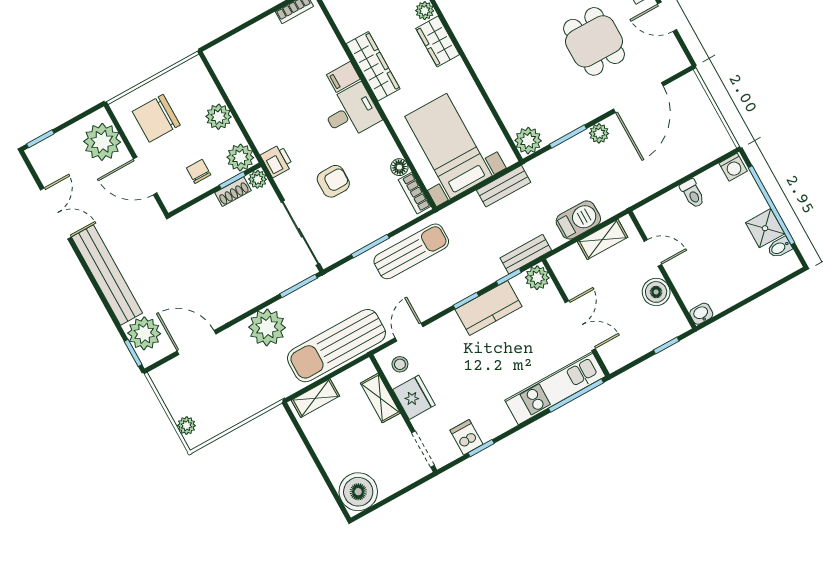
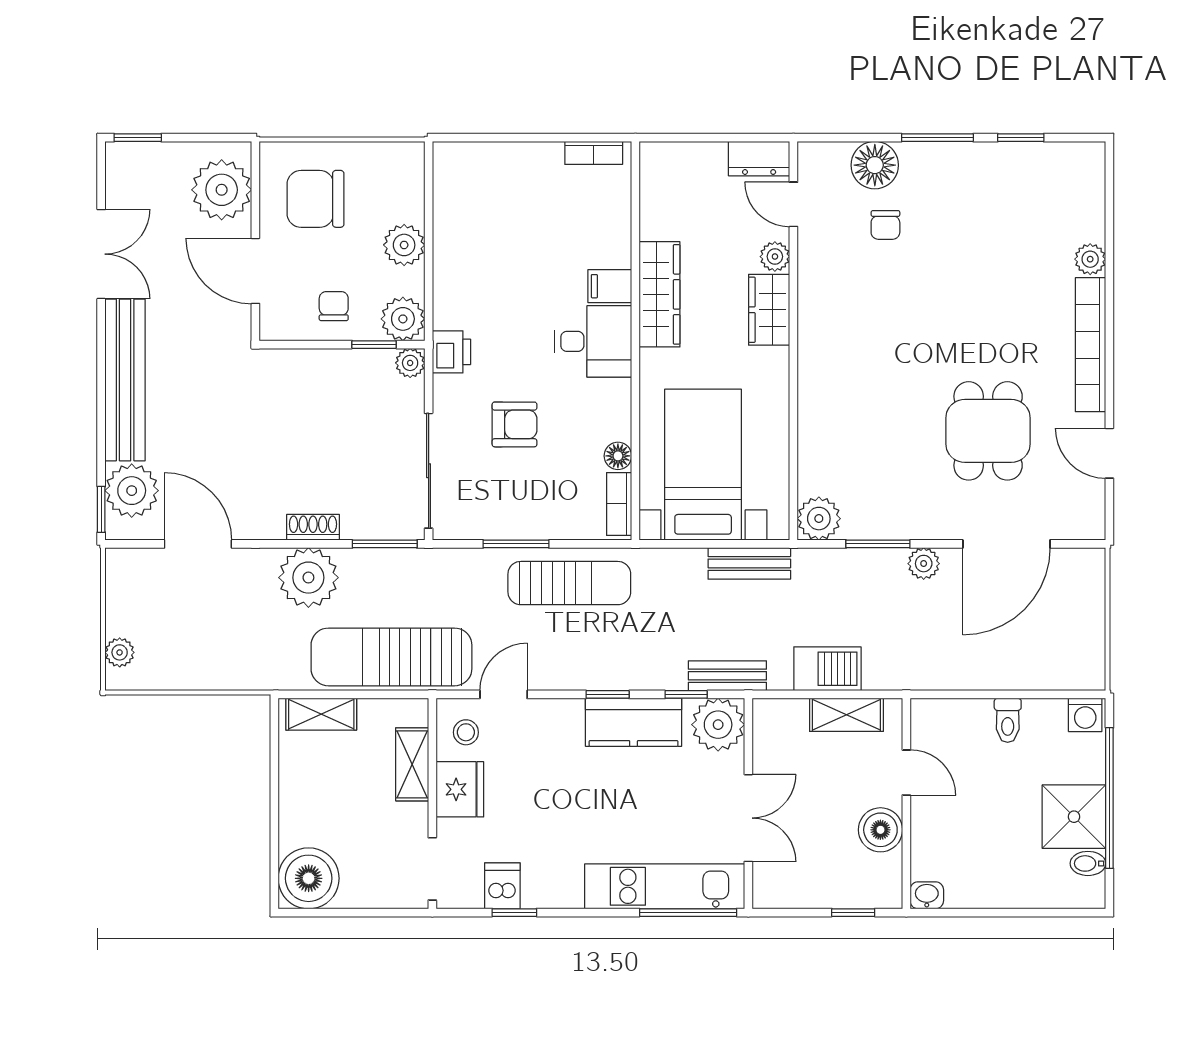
shoe rack: (233, 192) -> (313, 527), moved, turned 180
shower: (765, 228) -> (1074, 817), width x1.36, depth x1.36
plant: (537, 278) -> (718, 725), width x1.36, depth x1.36

